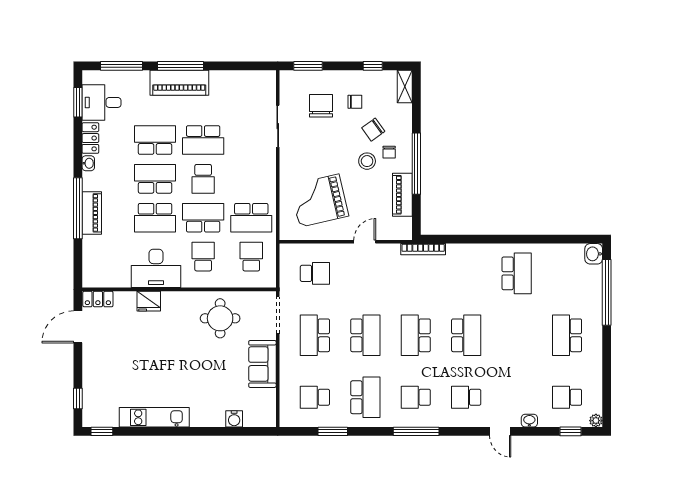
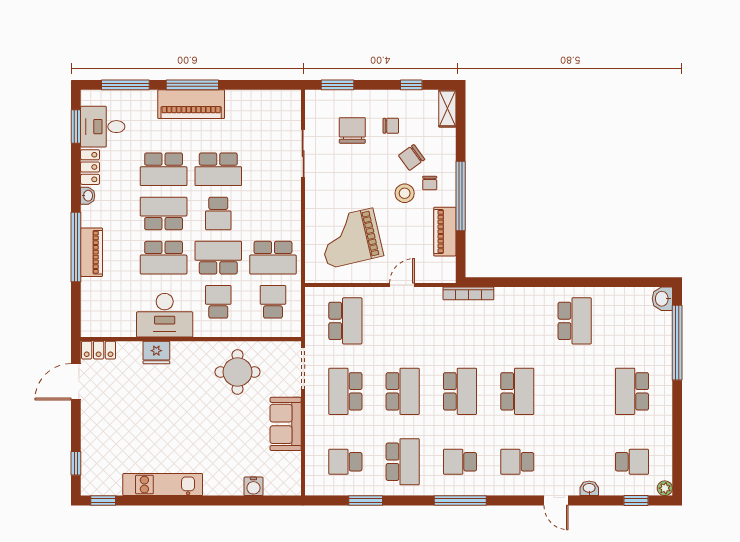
school desk: (155, 140) -> (164, 169), turned 180
school desk: (315, 273) -> (345, 321), width x1.85
school desk: (416, 335) -> (460, 391), turned 180
school desk: (567, 397) -> (632, 462), turned 180

